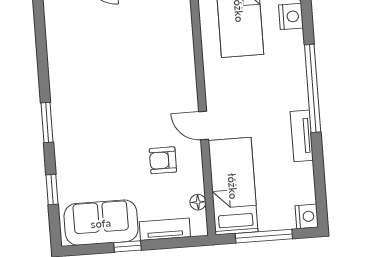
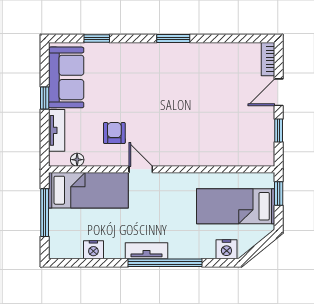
window: (47, 122) -> (173, 39), moved
door: (204, 126) -> (141, 169), hinge flipped
tv unit: (302, 136) -> (147, 251), moved
nightstand: (307, 216) -> (93, 250), moved

